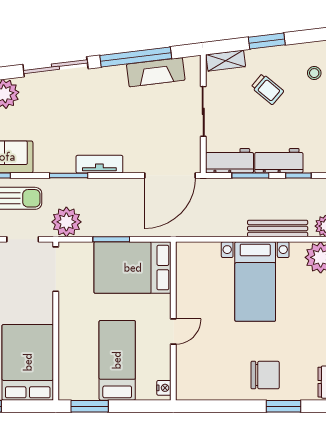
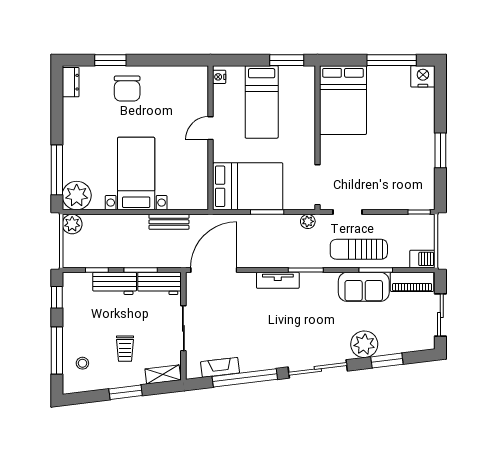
fireplace: (156, 72) -> (220, 367), width x0.73, depth x0.76
trolley: (267, 89) -> (125, 349), turned -130
plant: (66, 222) -> (308, 221), width x0.53, depth x0.53
bench: (278, 228) -> (169, 222), moved, width x0.73
chair: (265, 375) -> (127, 89), turned -90

